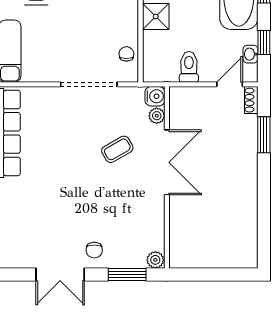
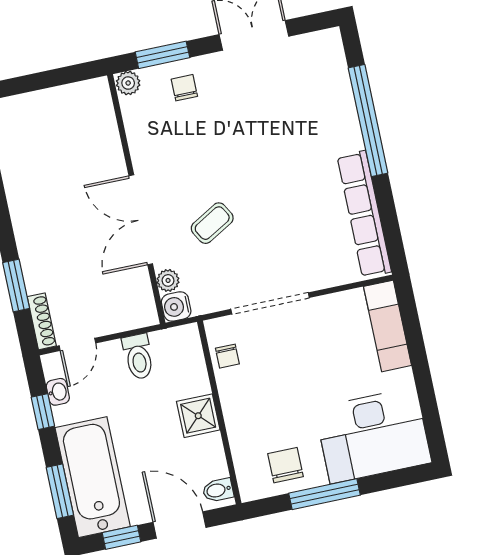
shoe rack: (251, 100) -> (42, 321), width x1.43
chair: (94, 250) -> (184, 88), moved

